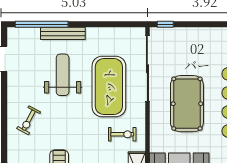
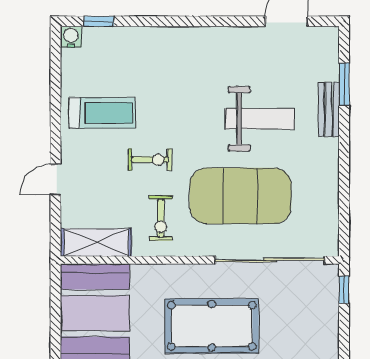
window: (42, 24) -> (344, 84), width x0.47
bench: (63, 33) -> (329, 109), width x0.73
exercise bike: (29, 120) -> (150, 160), moved, turned 152

